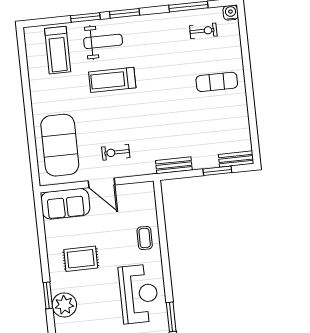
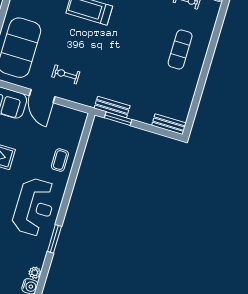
exercise mat: (217, 82) -> (180, 50), turned 90
window: (217, 171) -> (118, 119), moved

